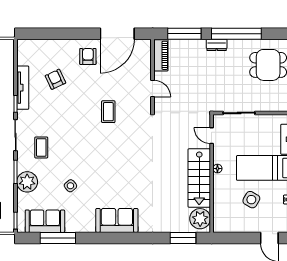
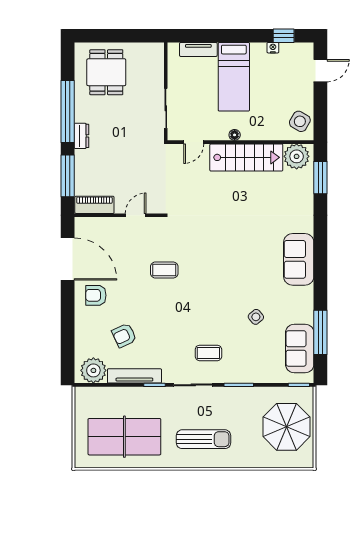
plant: (27, 182) -> (93, 370), moved
side table: (251, 200) -> (300, 121), moved

